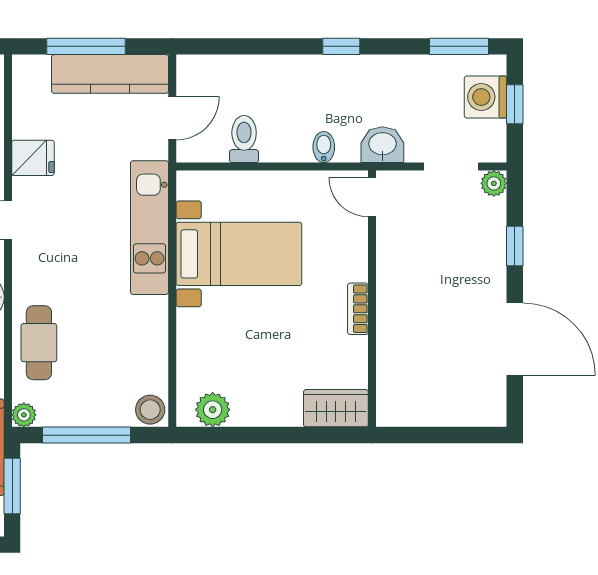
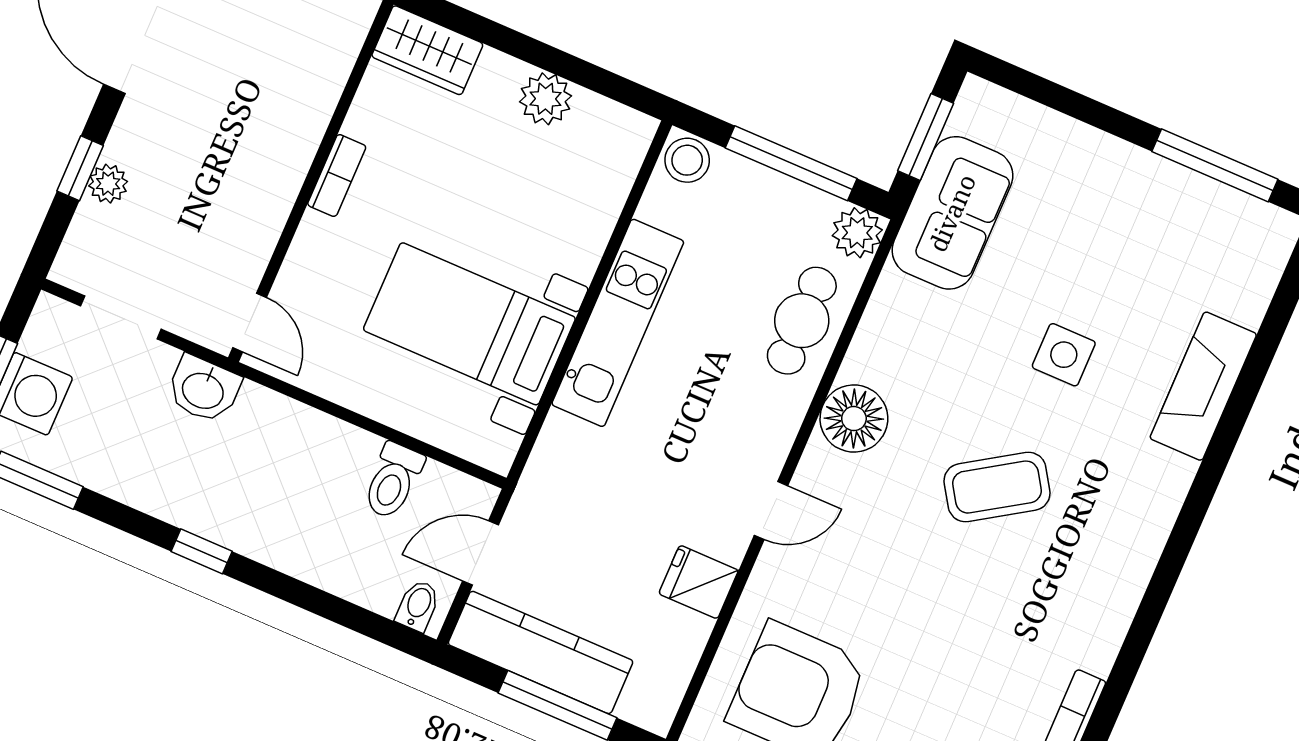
bidet: (324, 147) -> (418, 606), moved, turned 180
plant: (494, 183) -> (108, 184), moved
kitchen unit: (150, 228) -> (618, 323), moved
plant: (213, 410) -> (545, 99), moved
plant: (24, 415) -> (857, 233), width x1.38, depth x1.38

